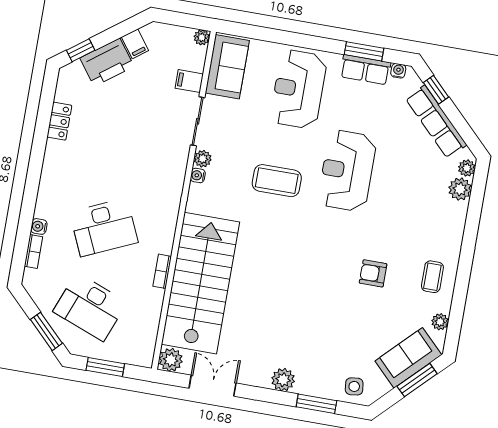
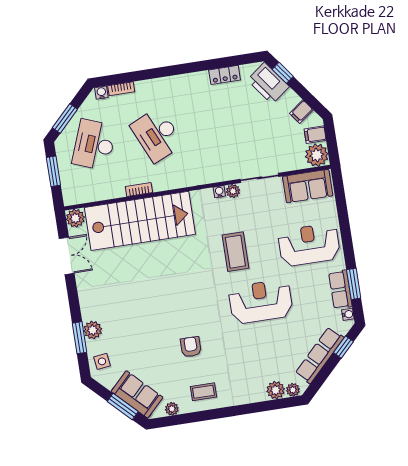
plant: (202, 37) -> (317, 155), width x1.88, depth x1.88
printer: (107, 62) -> (268, 83), moved
filing cabinet: (189, 81) -> (315, 135), moved, turned -90
water cooler: (39, 226) -> (101, 93), moved
plant: (283, 380) -> (93, 330), moved

